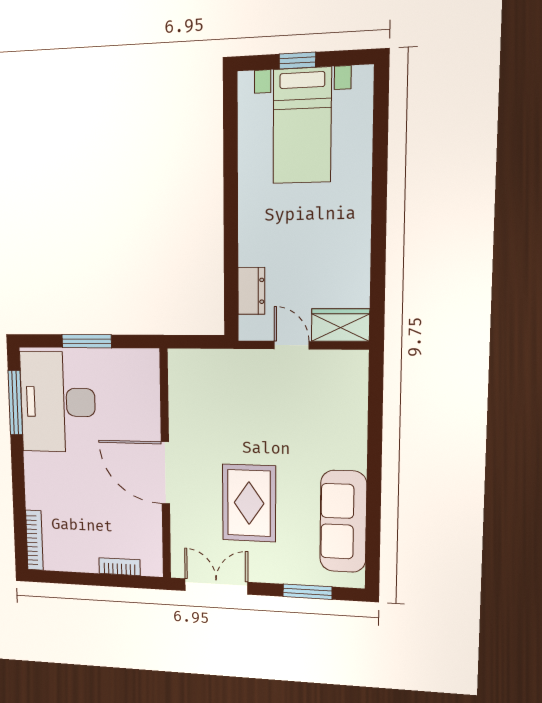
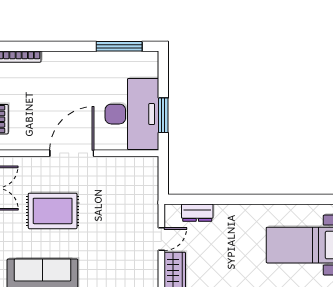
window: (87, 341) -> (163, 115), moved
desk: (58, 402) -> (132, 114), moved, turned 90

